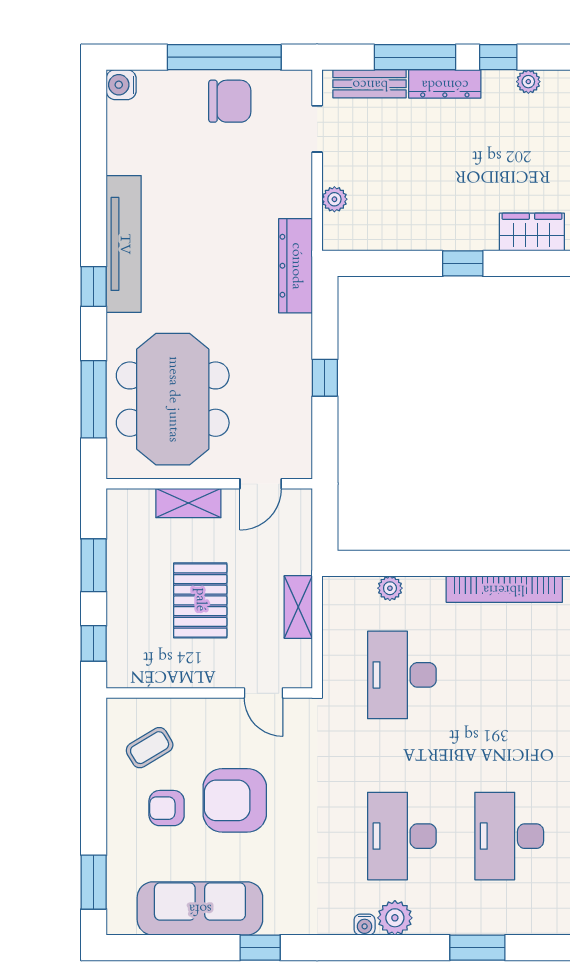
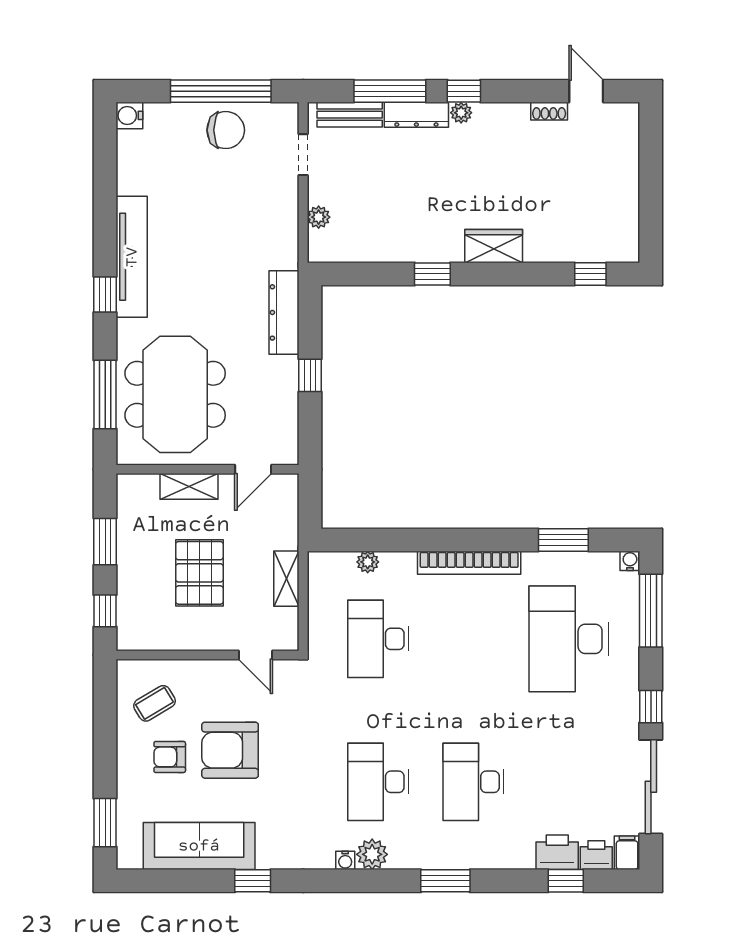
plant: (528, 82) -> (461, 113), moved
dresser: (296, 266) -> (284, 312), moved

